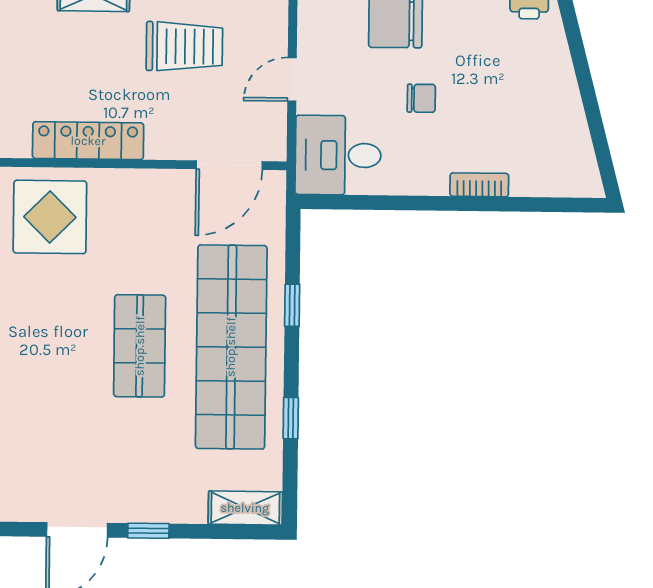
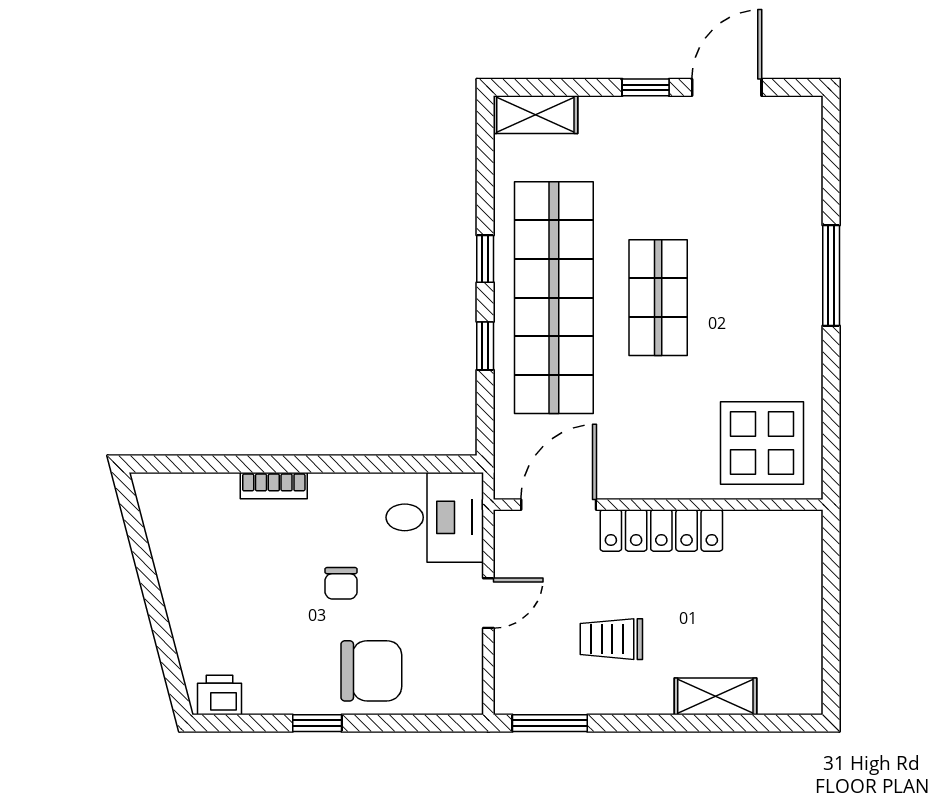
trolley: (184, 46) -> (611, 639), width x0.73, depth x0.72
chair: (421, 98) -> (341, 583), turned -90
locker: (88, 141) -> (661, 530), moved
window: (291, 418) -> (485, 259), moved

